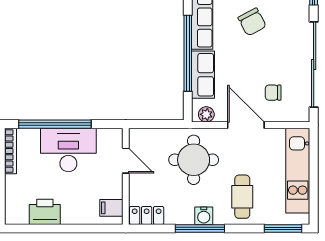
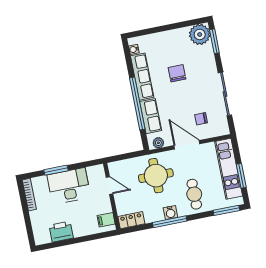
chair: (252, 22) -> (177, 73), turned -152
sliding door: (314, 65) -> (225, 94), width x0.73
window: (55, 124) -> (56, 170), width x0.47
window: (314, 184) -> (241, 176), added

